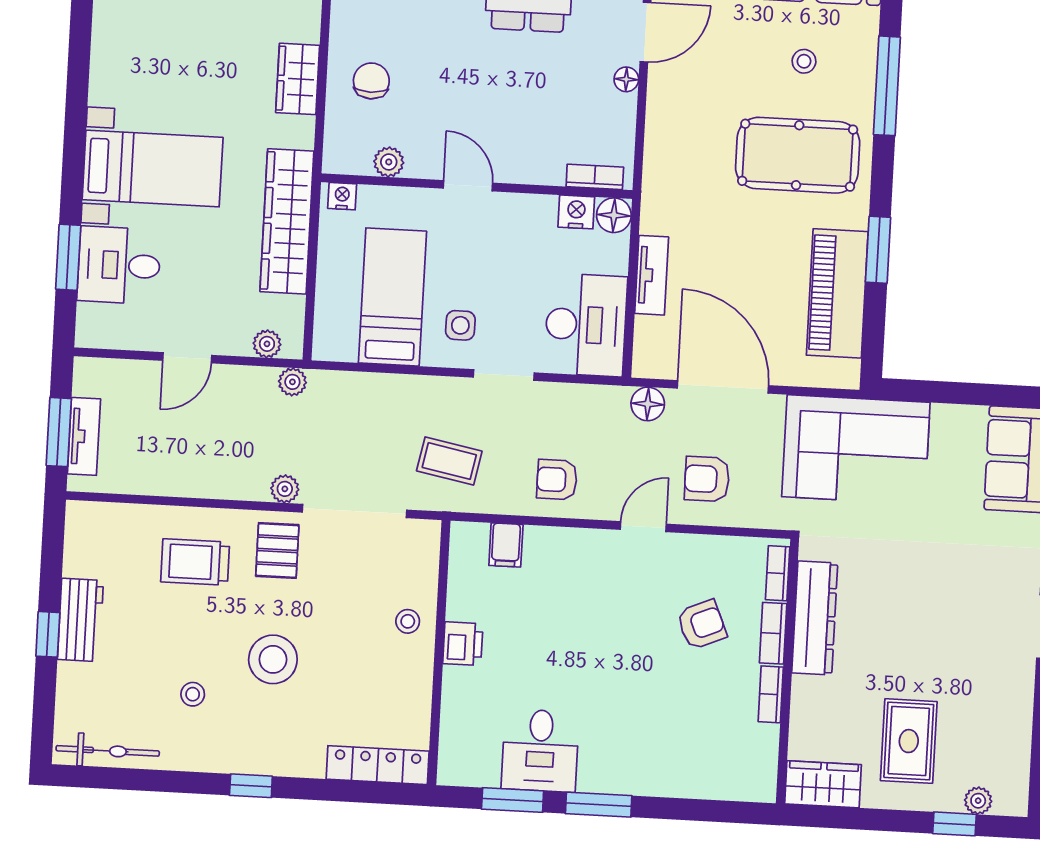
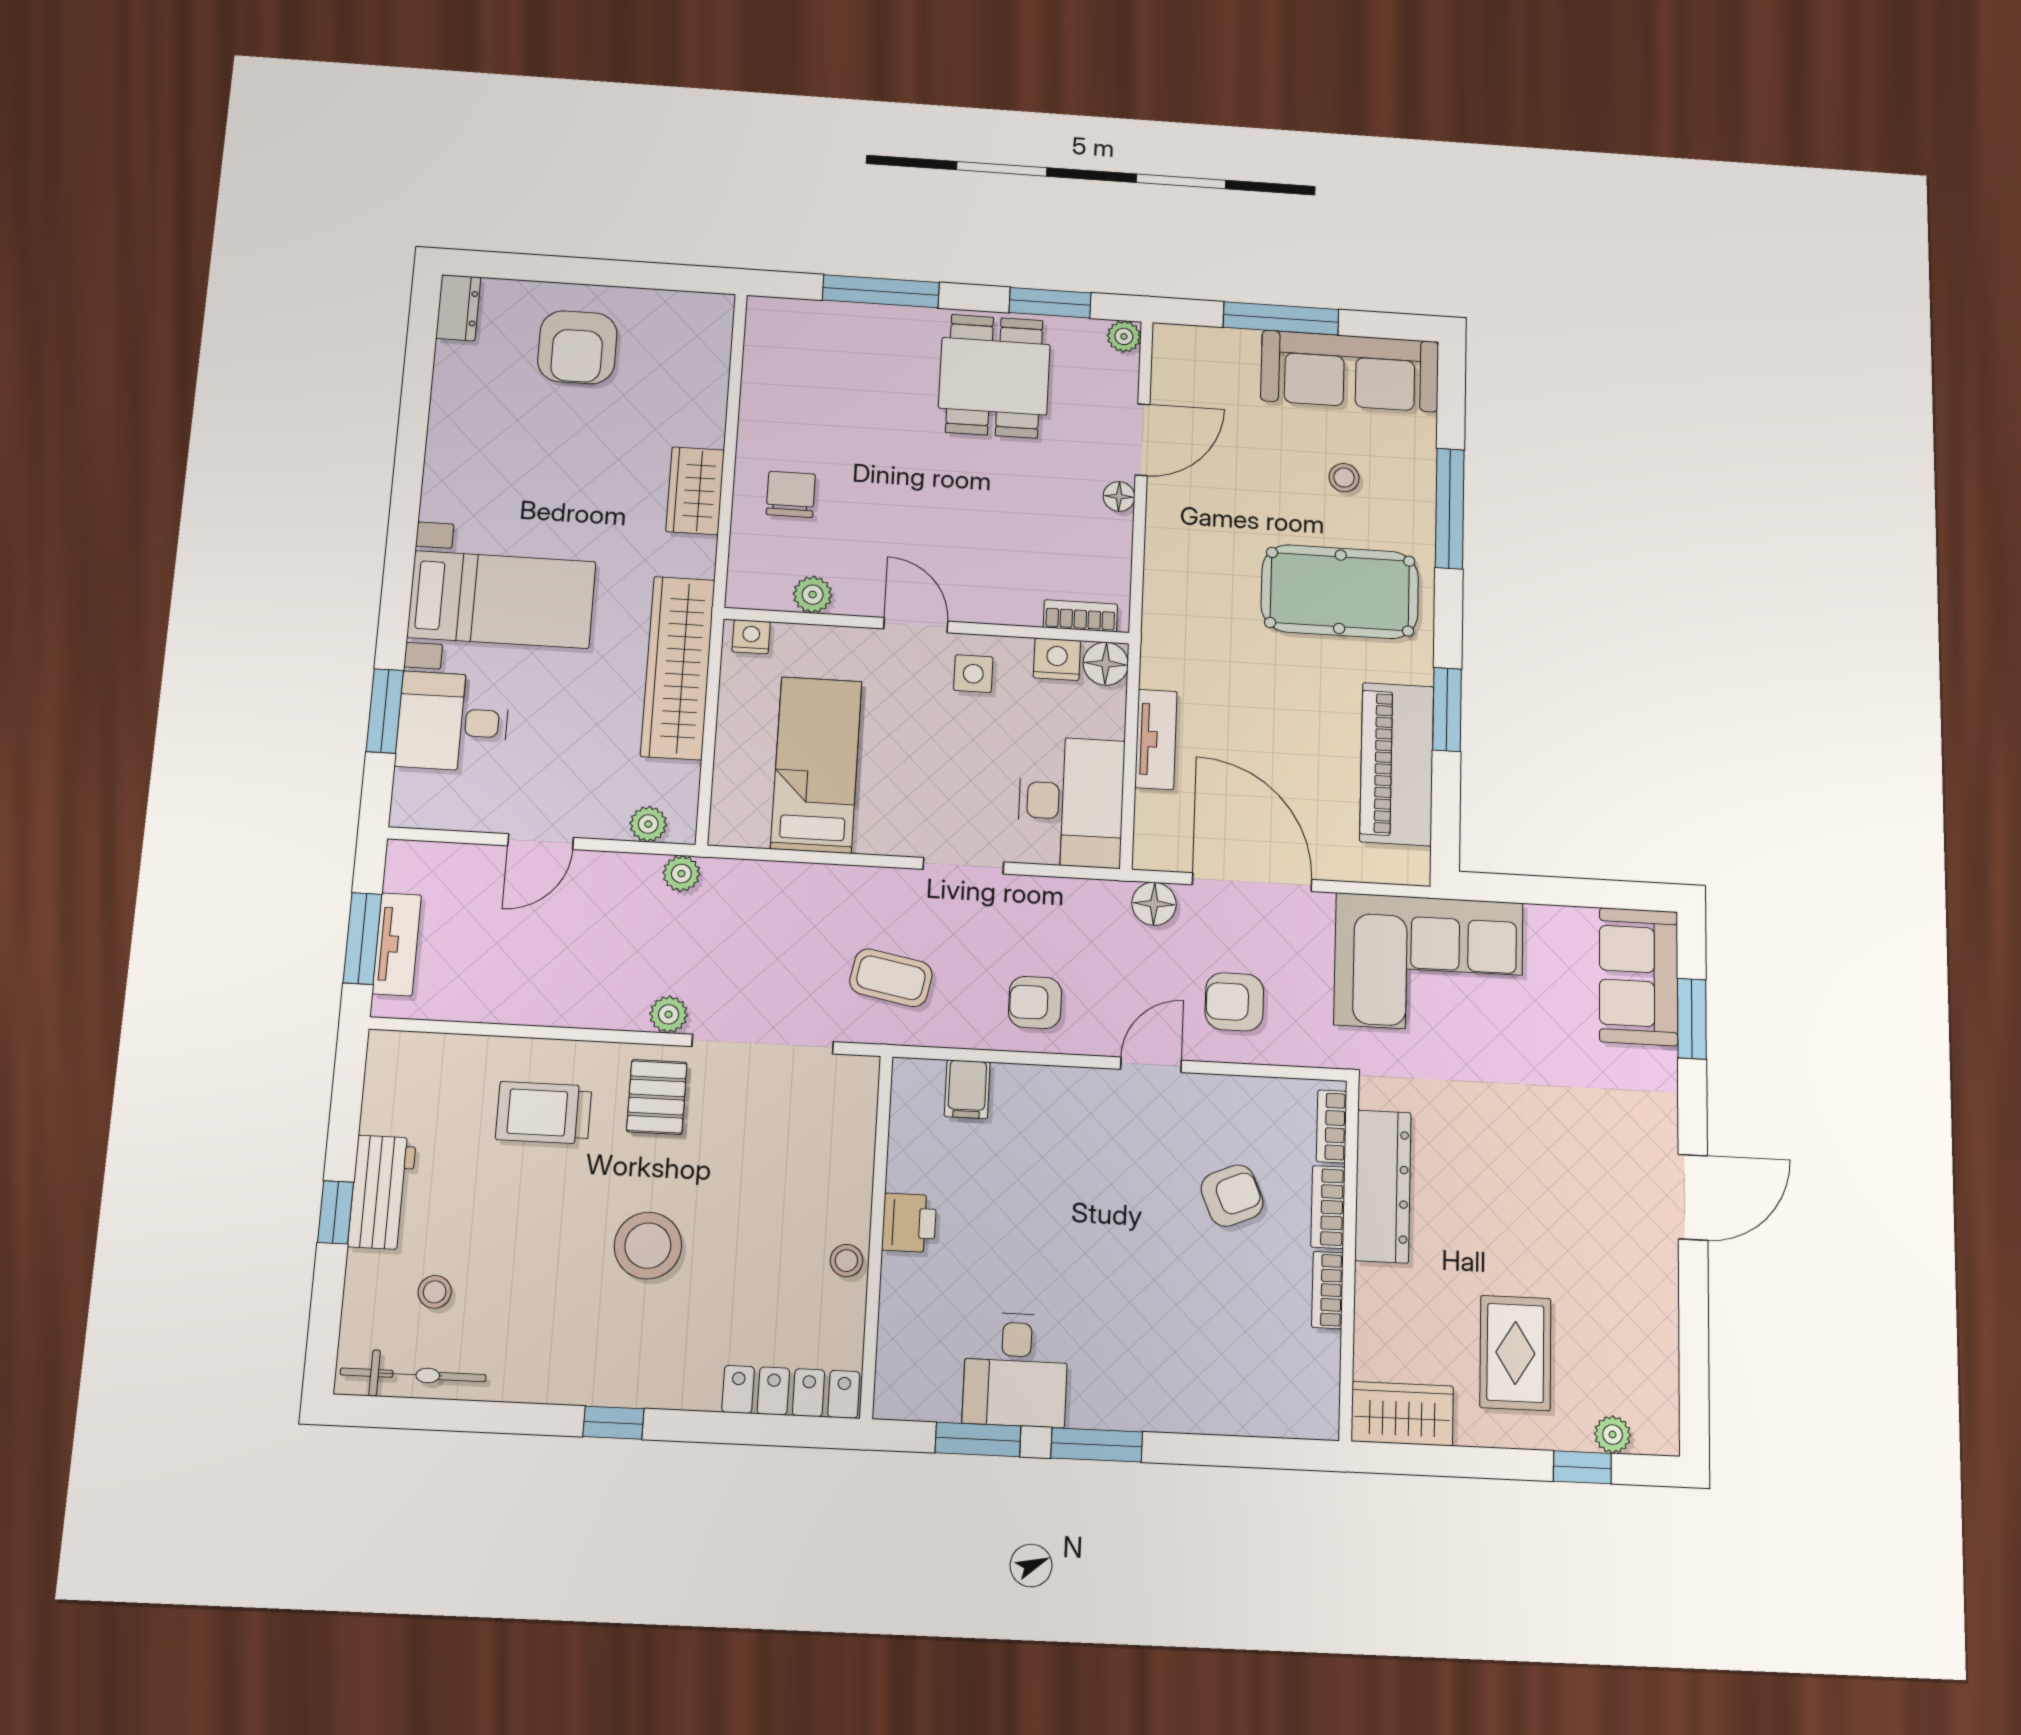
side table: (460, 325) -> (973, 674), moved
stool: (408, 621) -> (846, 1261), moved
stool: (193, 694) -> (435, 1292), moved

